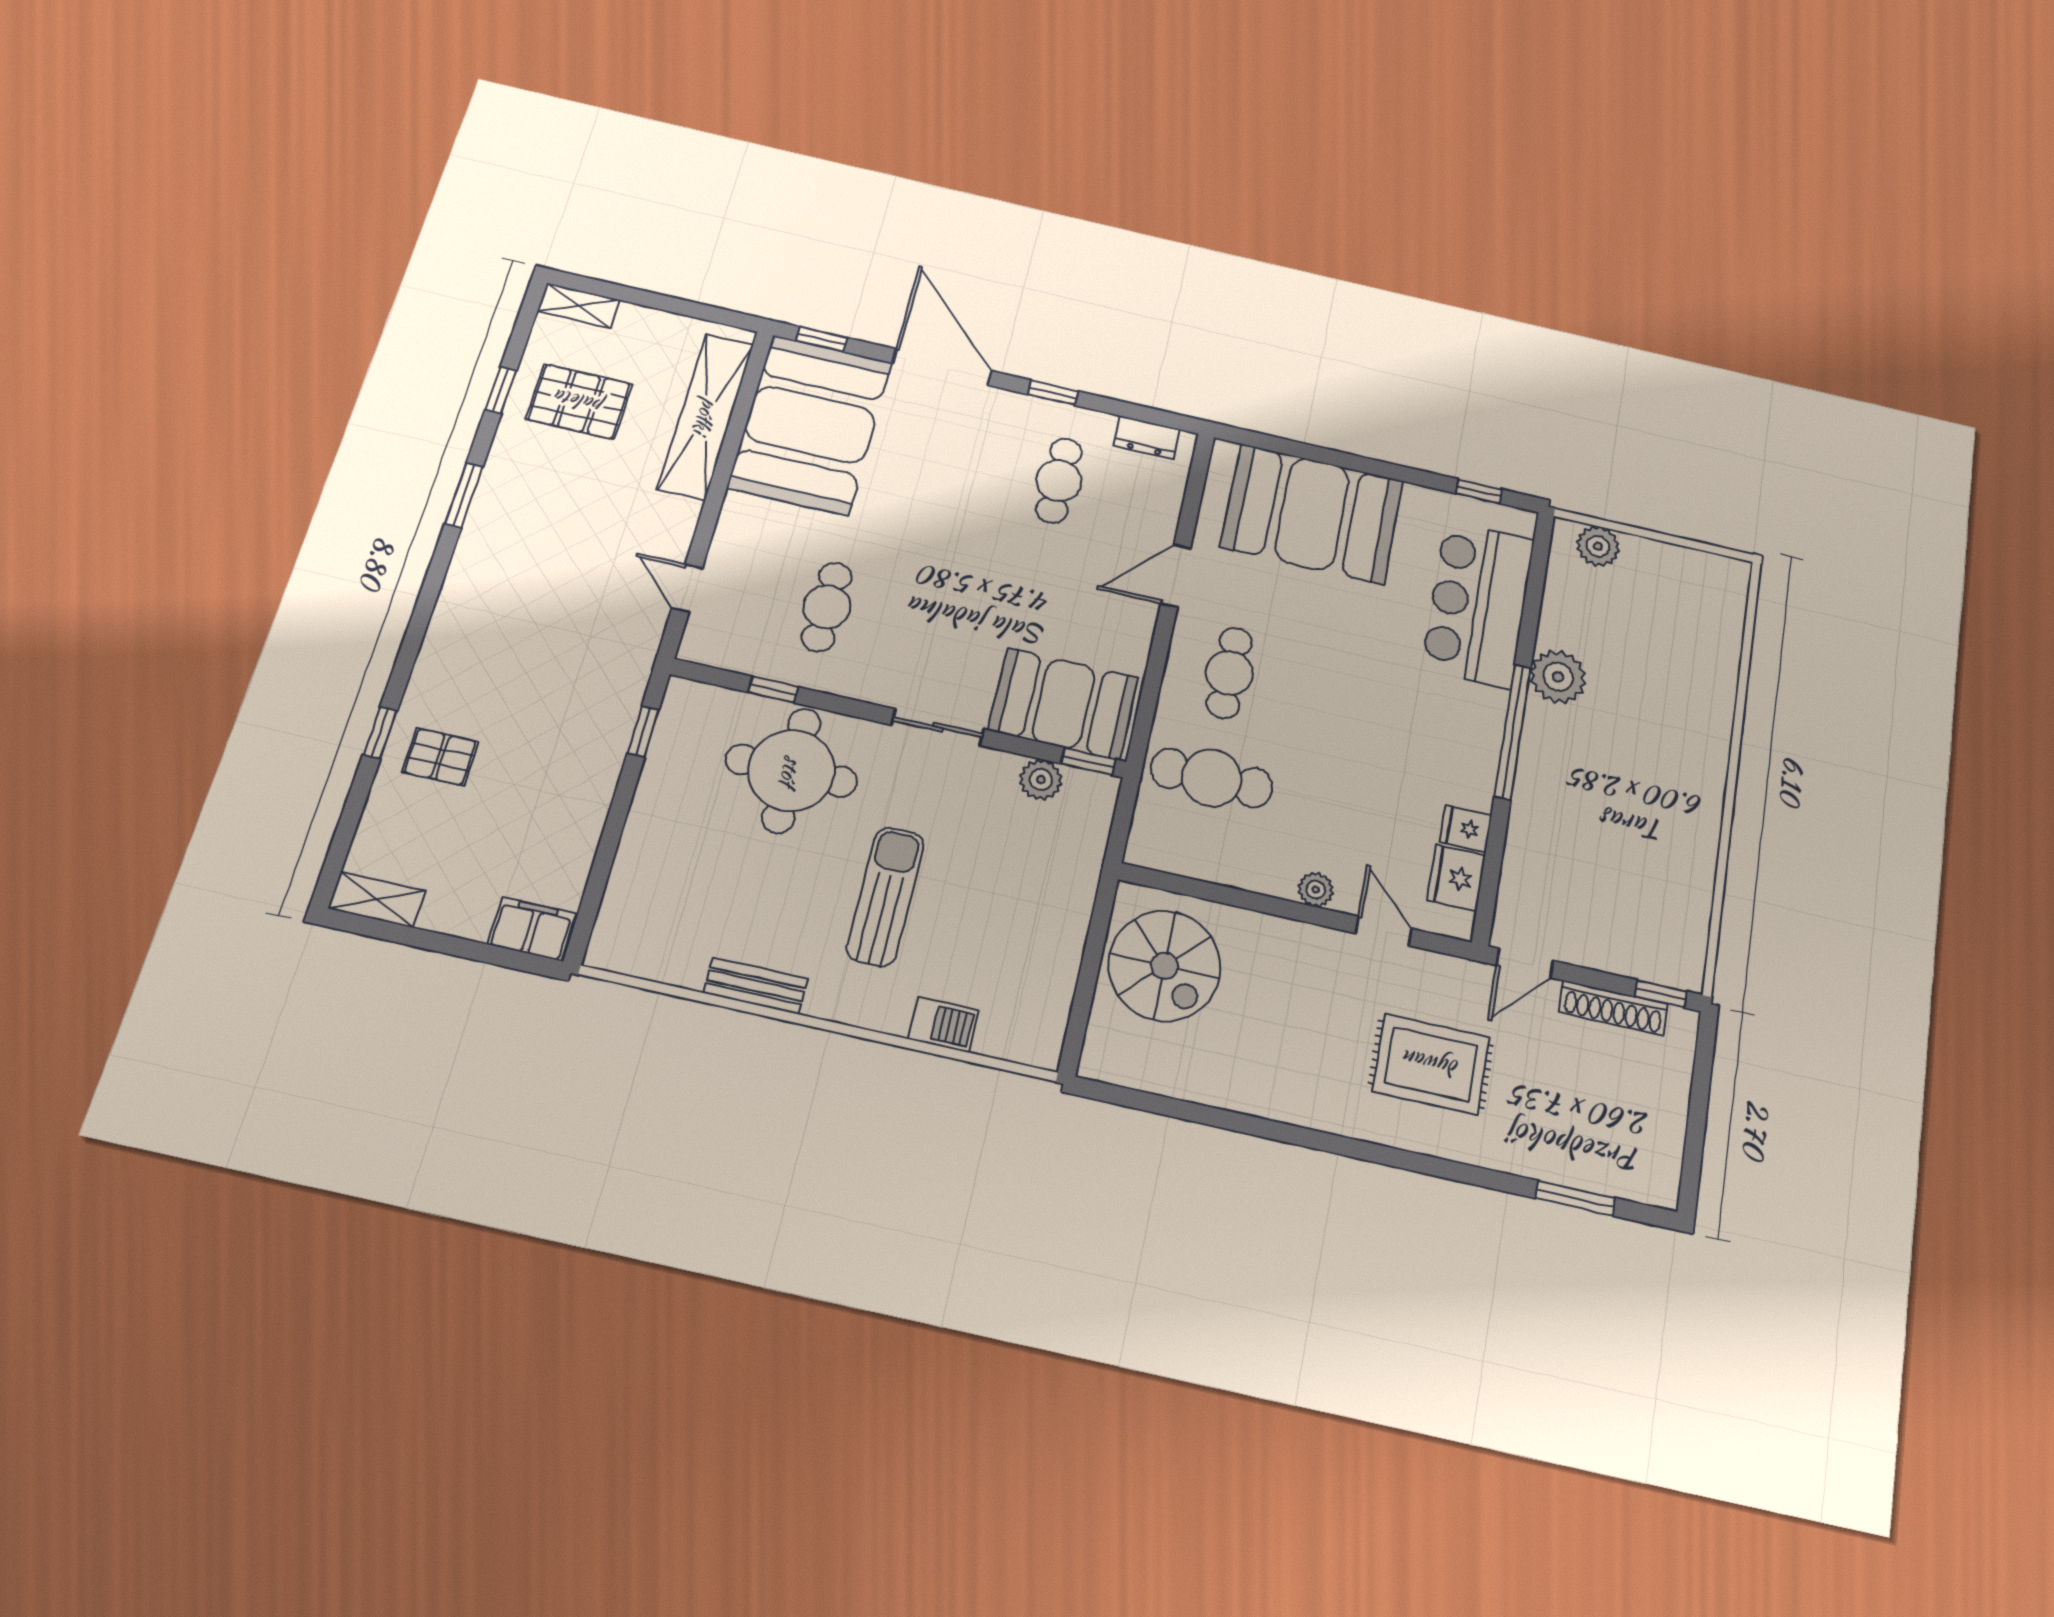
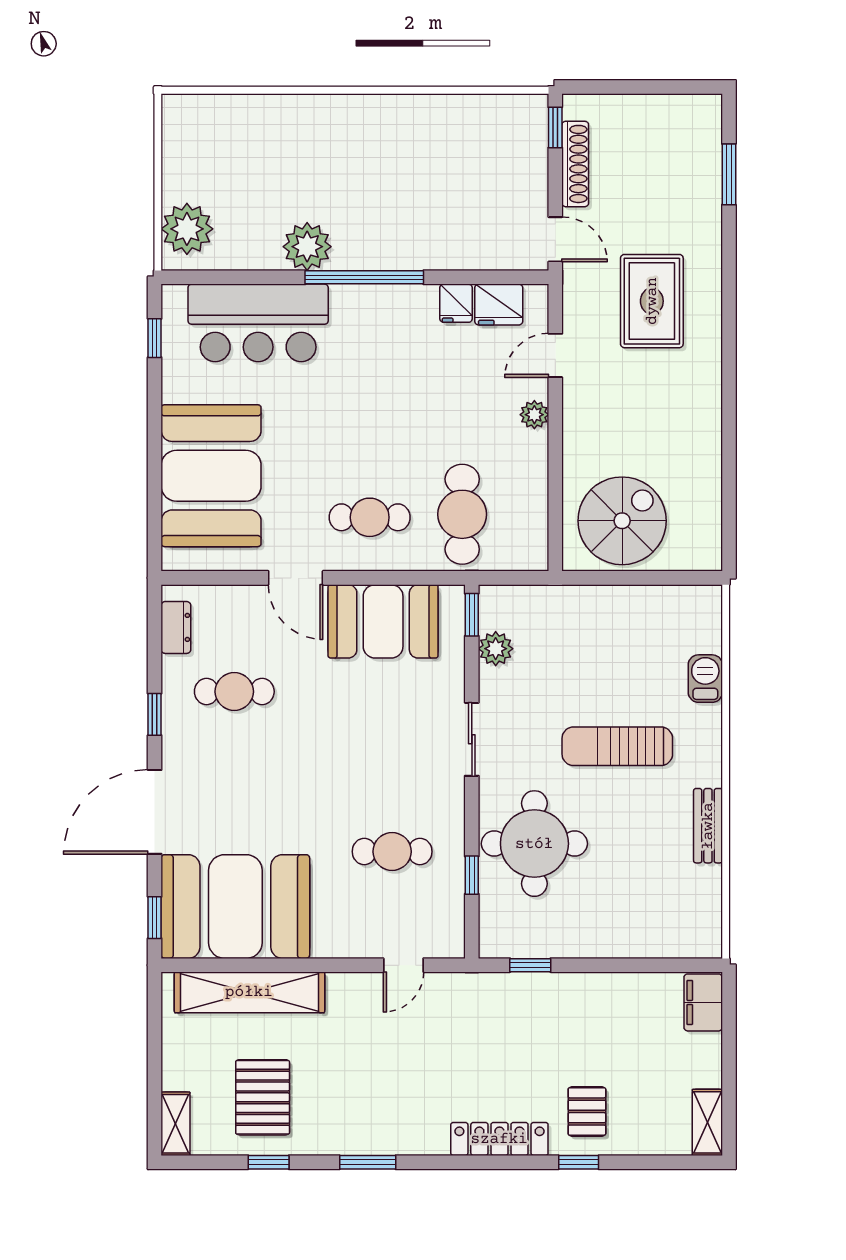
plant: (1598, 546) -> (187, 229), width x1.36, depth x1.36
locker: (441, 648) -> (499, 1139), added
booth: (1063, 704) -> (383, 621), moved, turned 90

